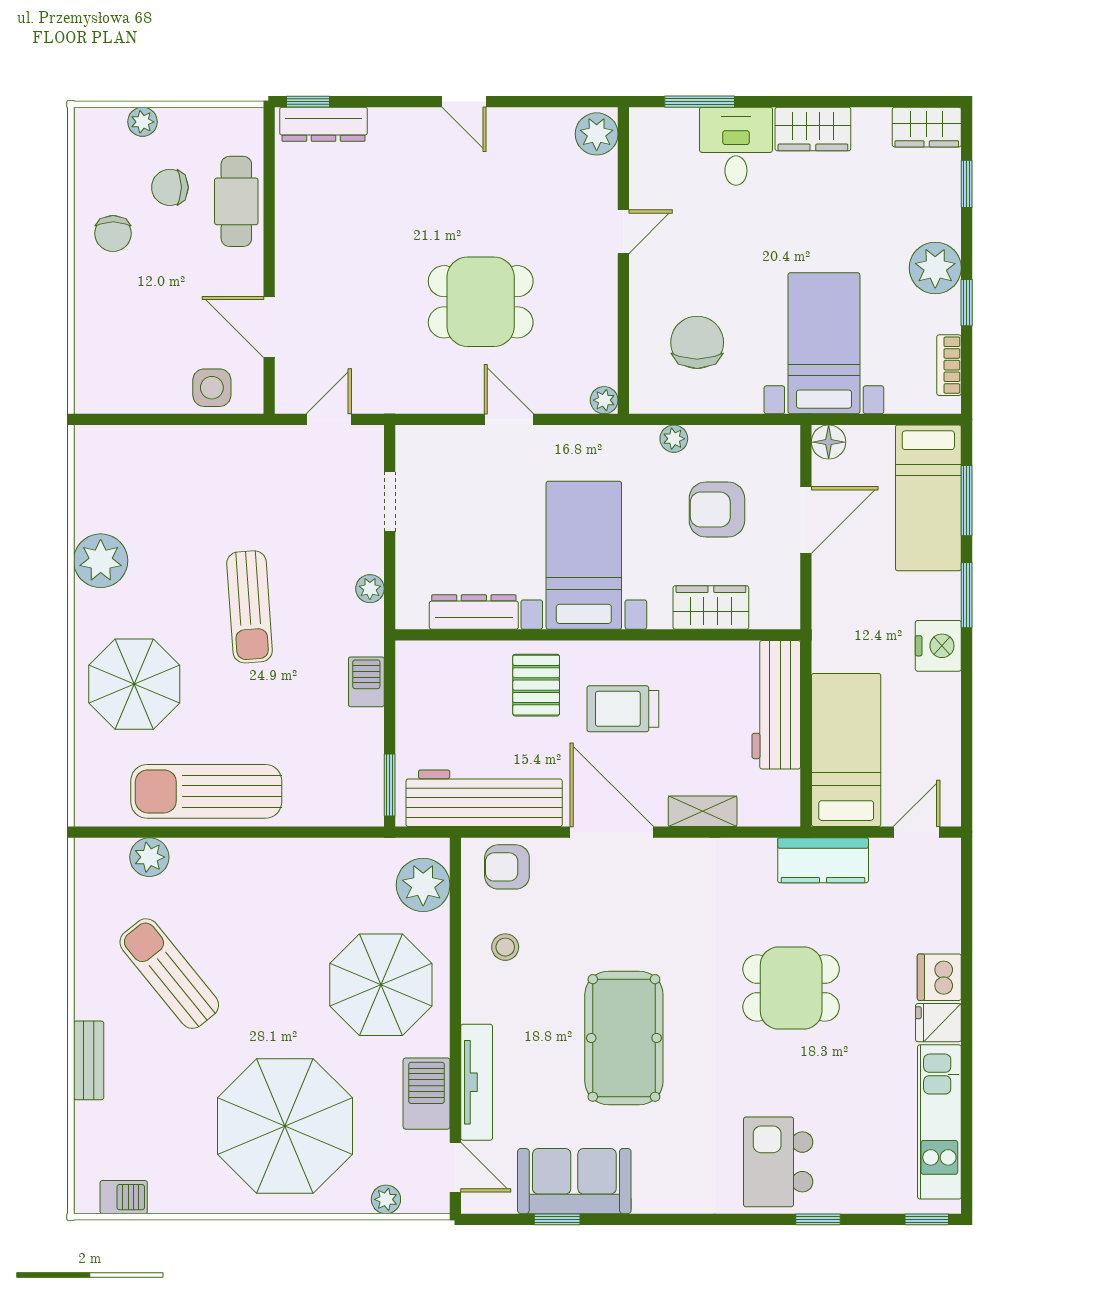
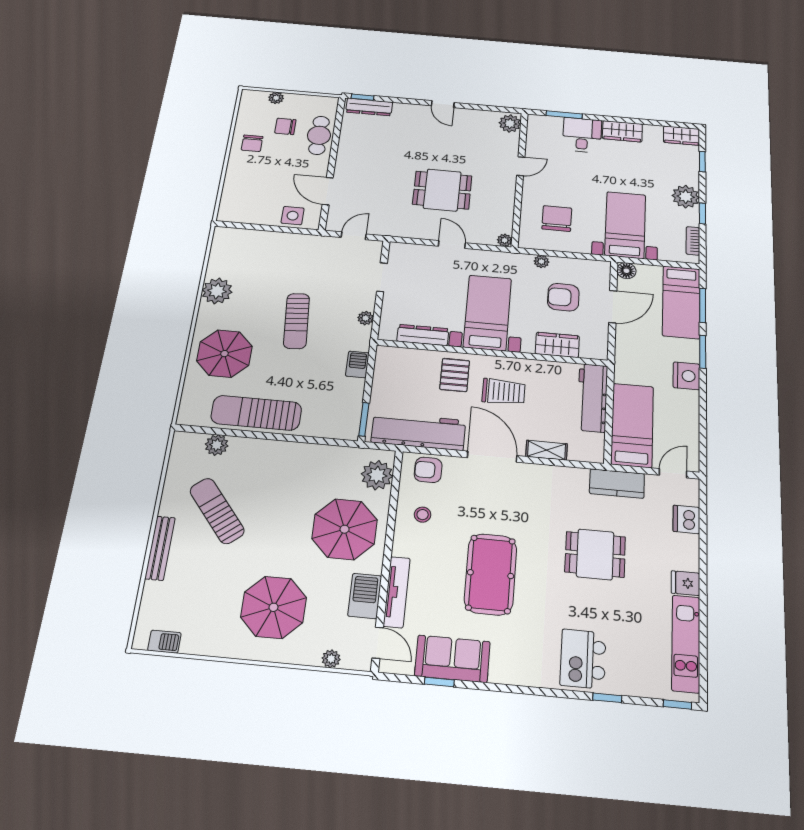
trolley: (623, 709) -> (504, 392), turned 180
dishwasher: (939, 977) -> (686, 519), moved
bench: (89, 1060) -> (160, 548), width x1.36
parasol: (285, 1126) -> (274, 607), width x0.73, depth x0.73

